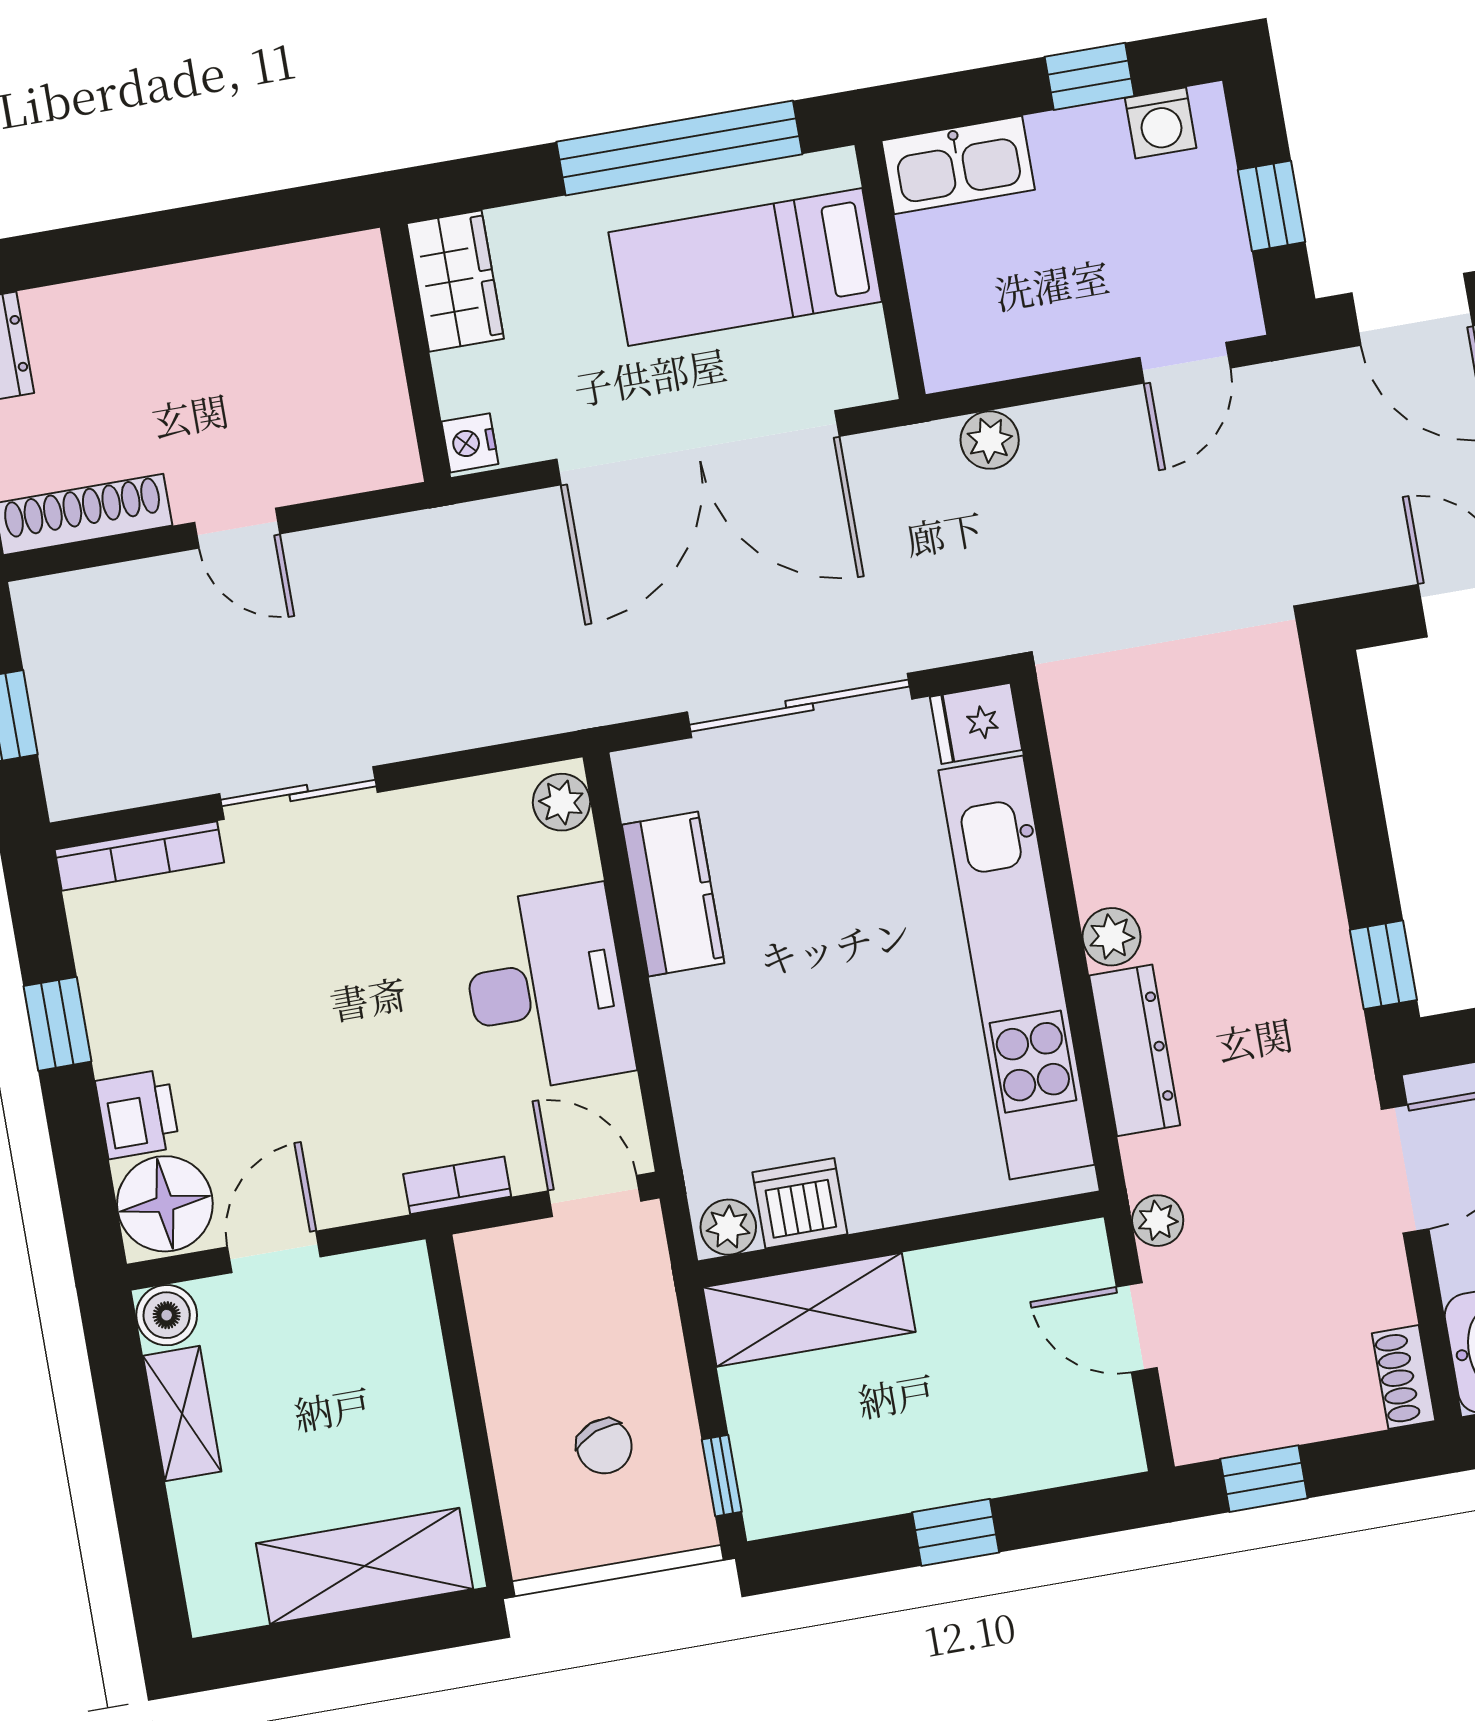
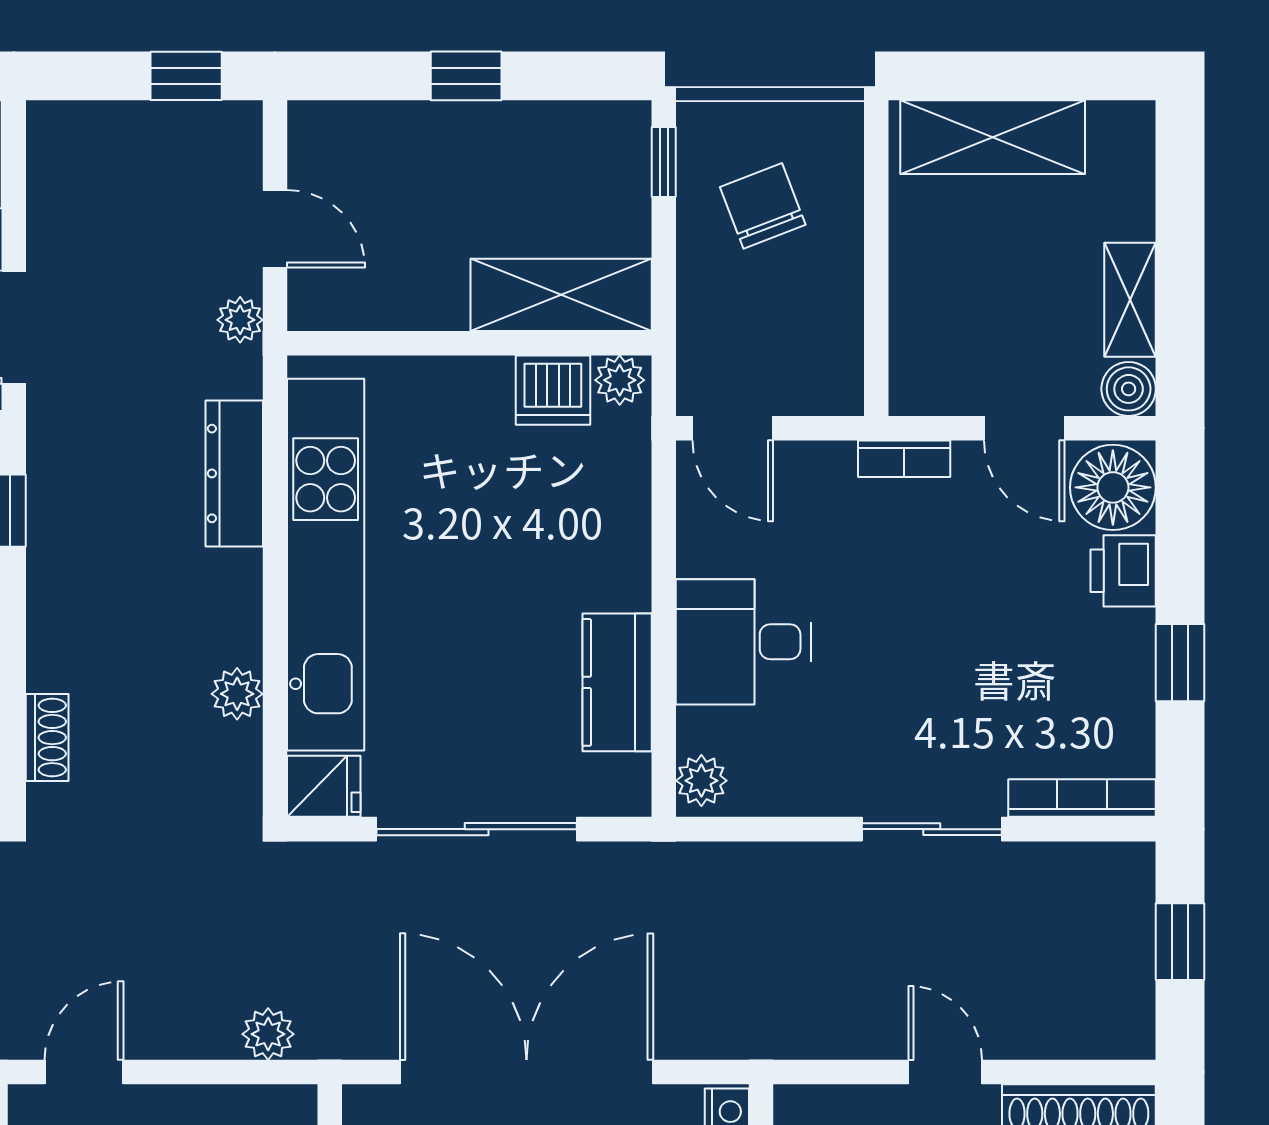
plant: (1112, 937) -> (237, 694), moved
desk: (546, 989) -> (744, 642), width x0.73
bookcase: (457, 1185) -> (904, 459), moved
door: (274, 1252) -> (1024, 428), hinge flipped
shoe rack: (1404, 1377) -> (47, 738), moved
chair: (604, 1446) -> (763, 206), width x1.37, depth x1.37

